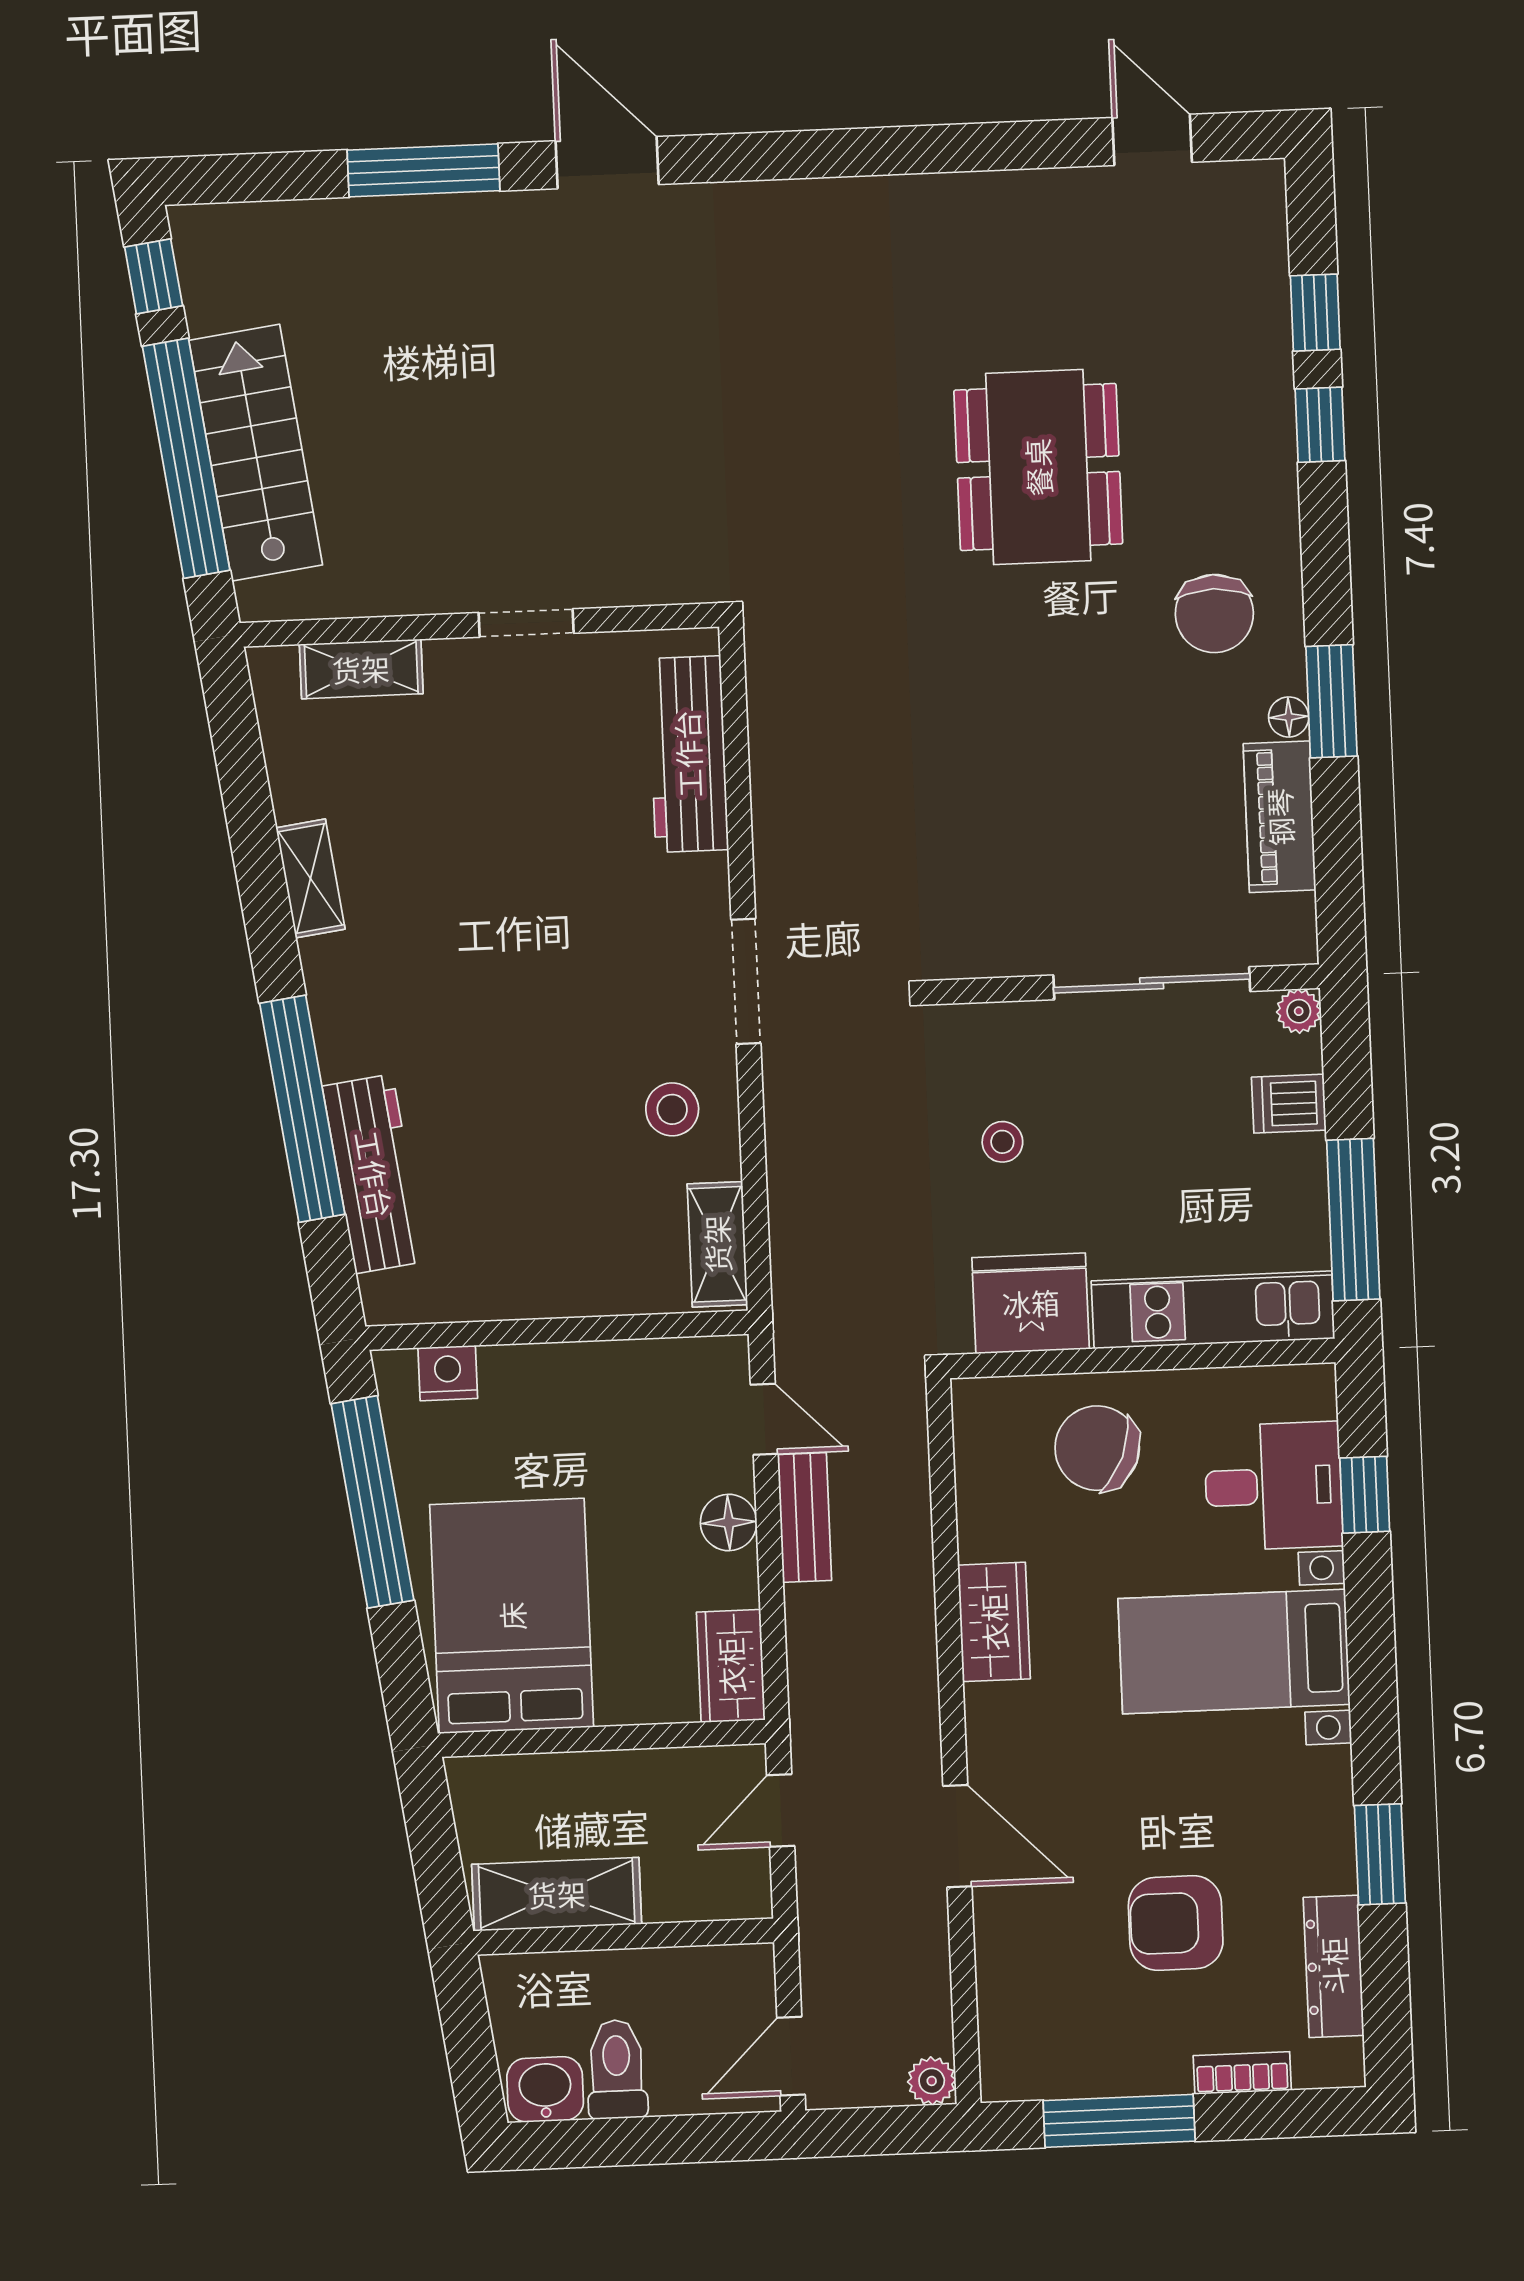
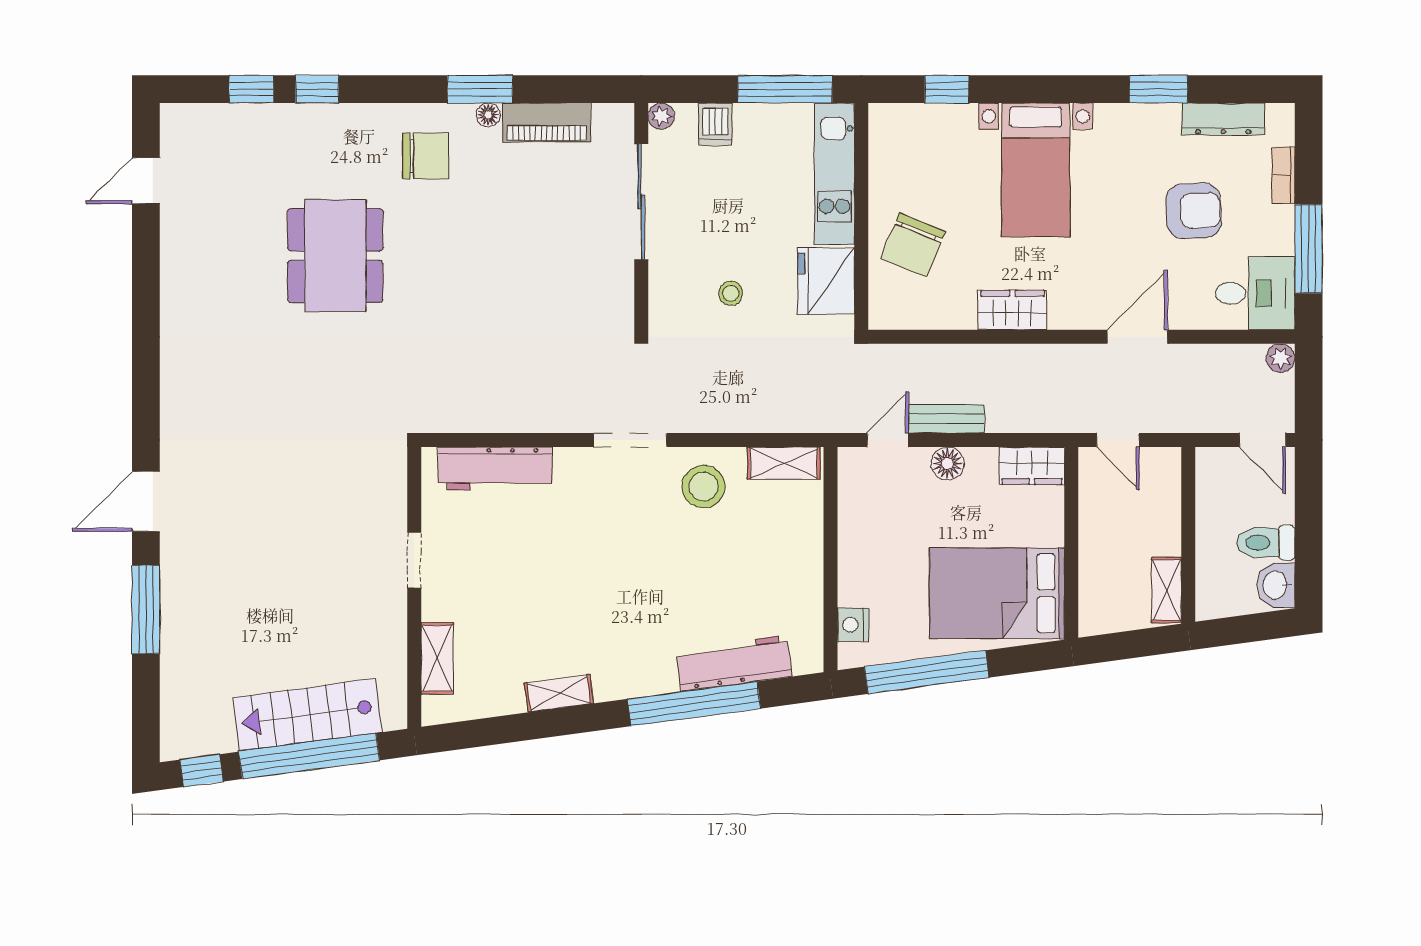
dining table: (1038, 467) -> (335, 256), turned 90
stool: (672, 1109) -> (703, 486), width x1.38, depth x1.38
desk: (1273, 1486) -> (1255, 293), moved, turned 90
shelving: (557, 1894) -> (1167, 590), width x0.67, depth x0.75
armchair: (1176, 1923) -> (1194, 211), turned -93

